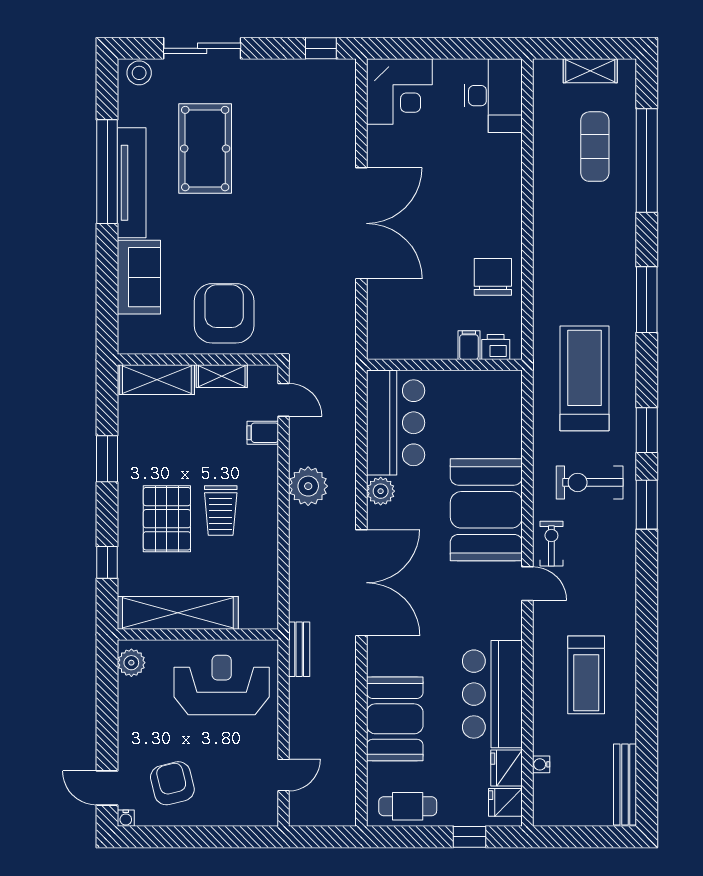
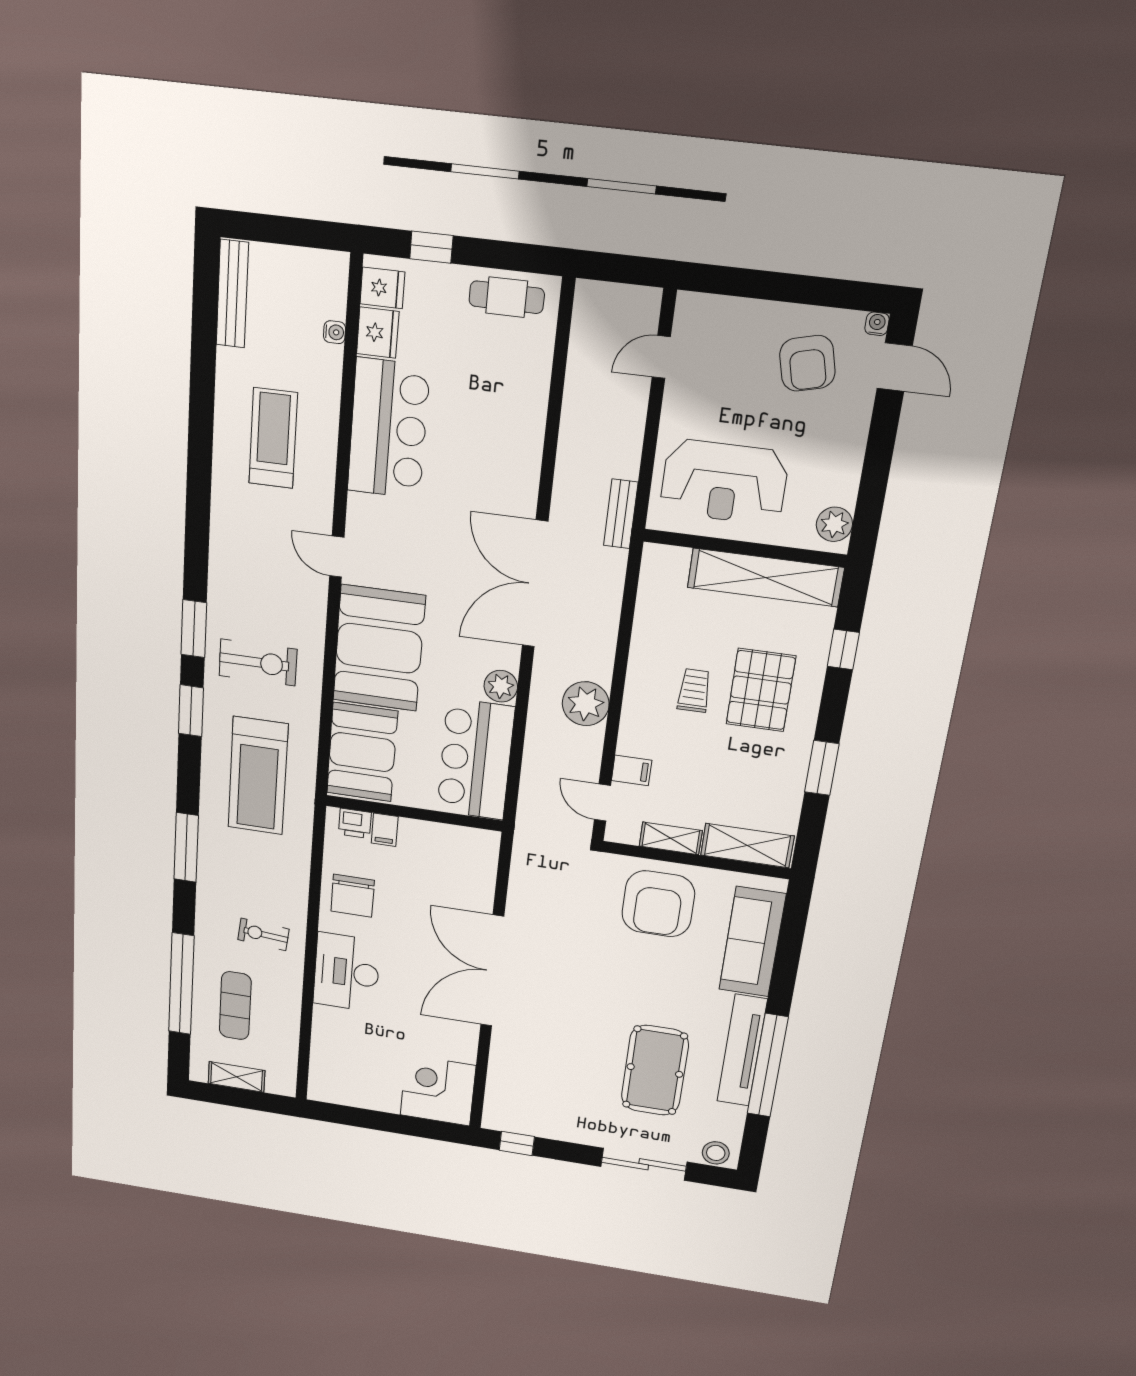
desk: (493, 96) -> (347, 972), moved
sofa: (139, 277) -> (752, 942), width x1.36
trolley: (221, 511) -> (694, 690), width x0.73, depth x0.72
exercise bike: (551, 544) -> (263, 934), moved, turned 95
booth: (395, 719) -> (362, 752), moved

